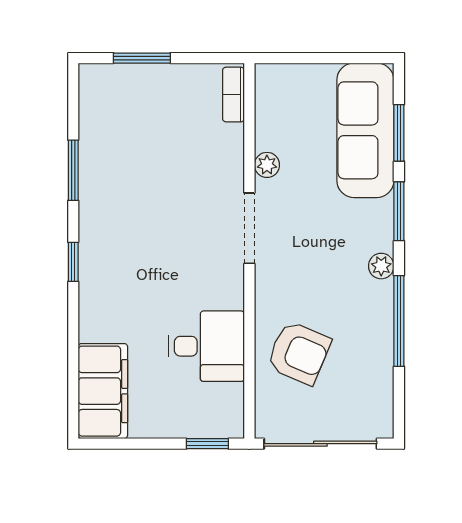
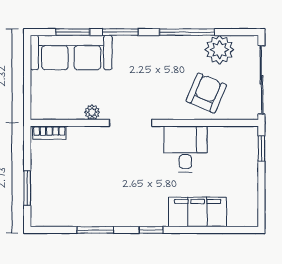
plant: (381, 266) -> (220, 50), moved, width x1.88, depth x1.88
desk: (206, 346) -> (185, 149), moved
filing cabinet: (103, 391) -> (198, 212), moved

